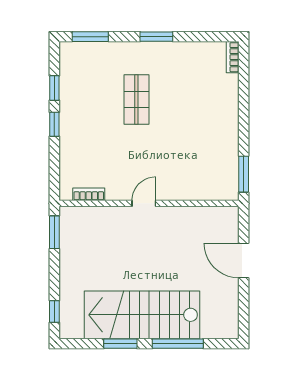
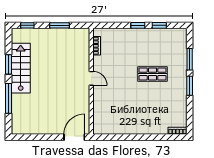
window: (90, 37) -> (190, 59), moved
window: (244, 174) -> (108, 137), removed
window: (54, 232) -> (60, 25), moved
door: (244, 261) -> (74, 137), moved
stairs: (142, 315) -> (21, 68), width x0.73, depth x0.66

